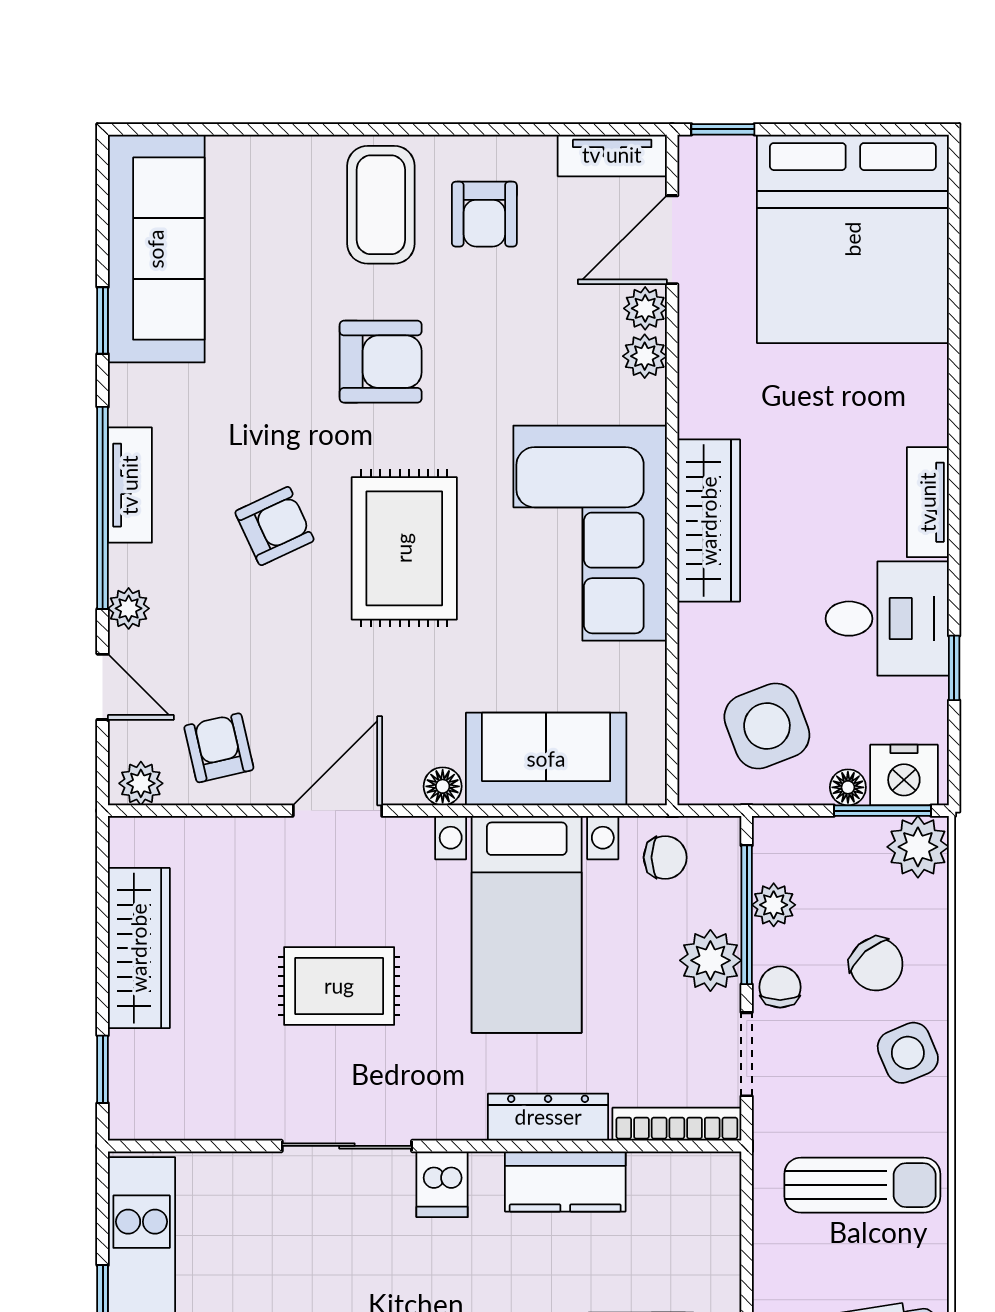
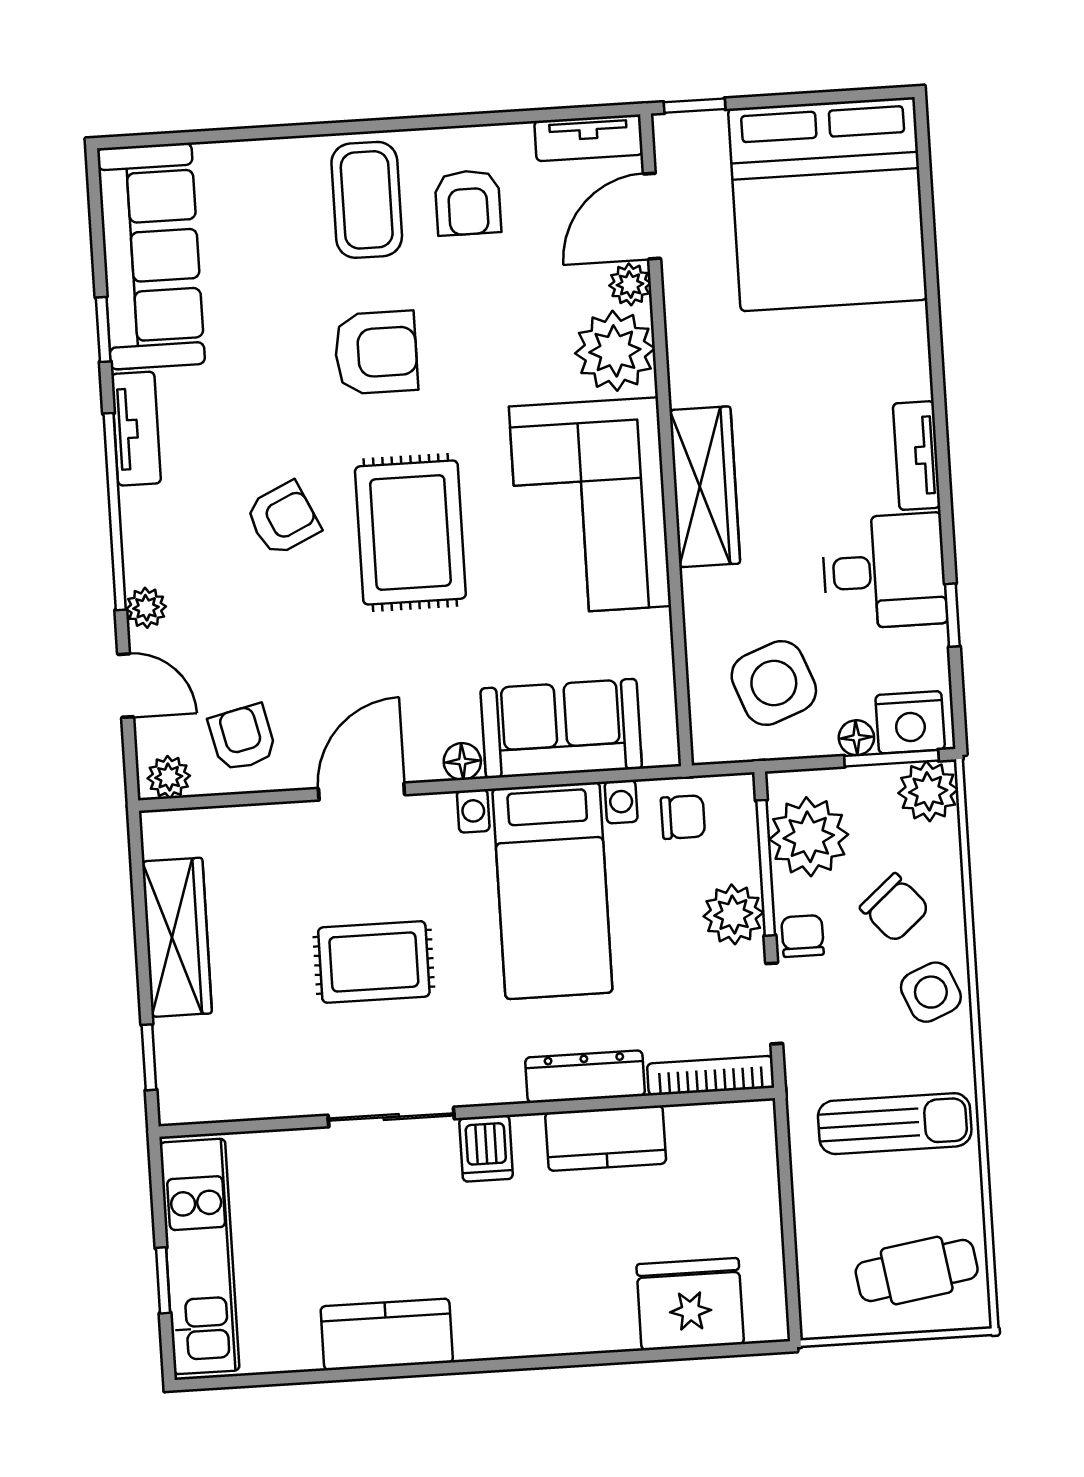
plant: (645, 356) -> (615, 351), width x1.88, depth x1.88
tv unit: (130, 485) -> (136, 429), moved
plant: (774, 905) -> (809, 837), width x1.88, depth x1.88

